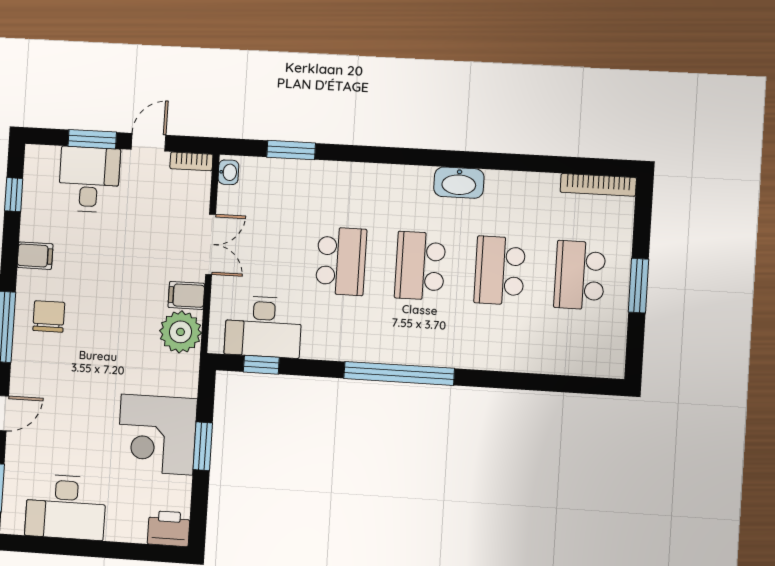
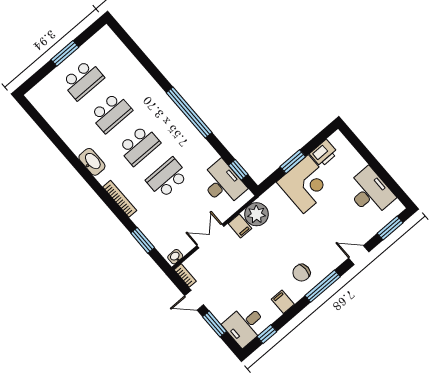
desk: (89, 179) -> (245, 325), moved
bookcase: (598, 185) -> (120, 199), moved
printer: (169, 529) -> (324, 153), moved, turned -90

